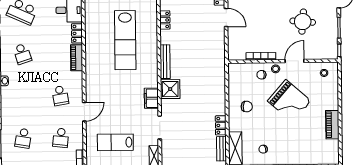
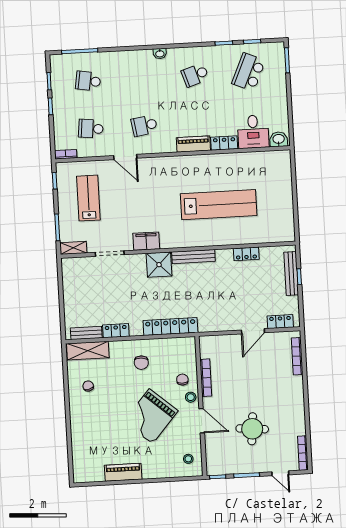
lab bench: (125, 40) -> (219, 205), turned 180
locker: (219, 82) -> (170, 327), added

